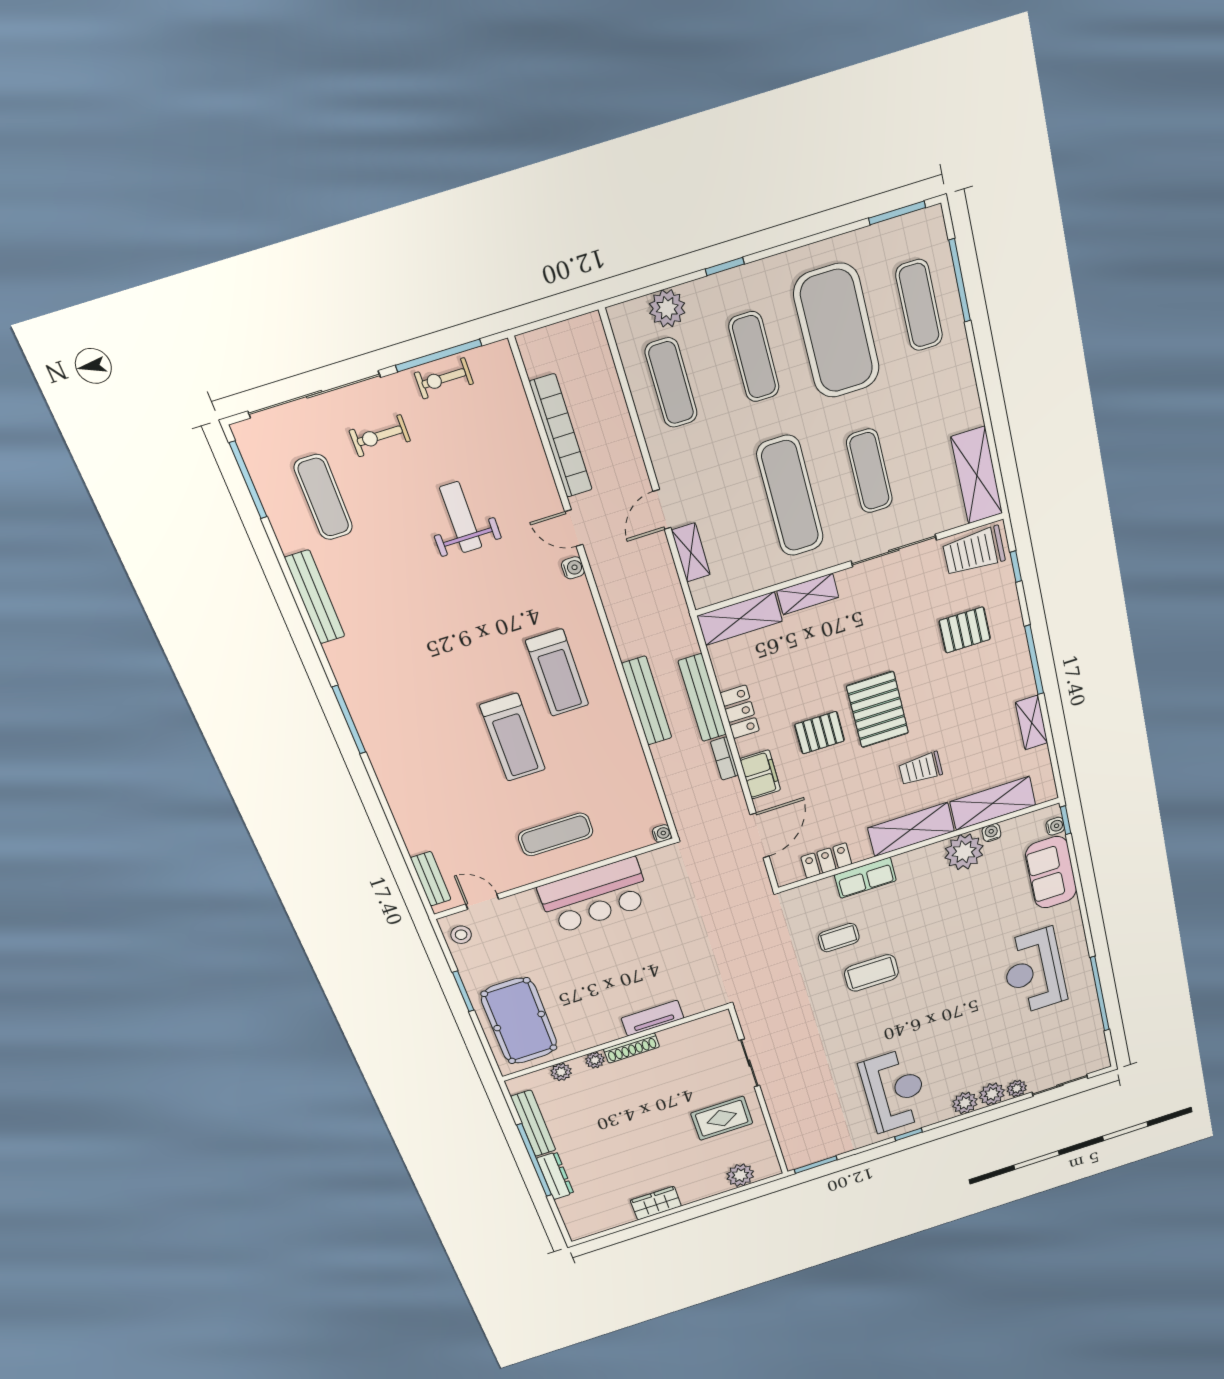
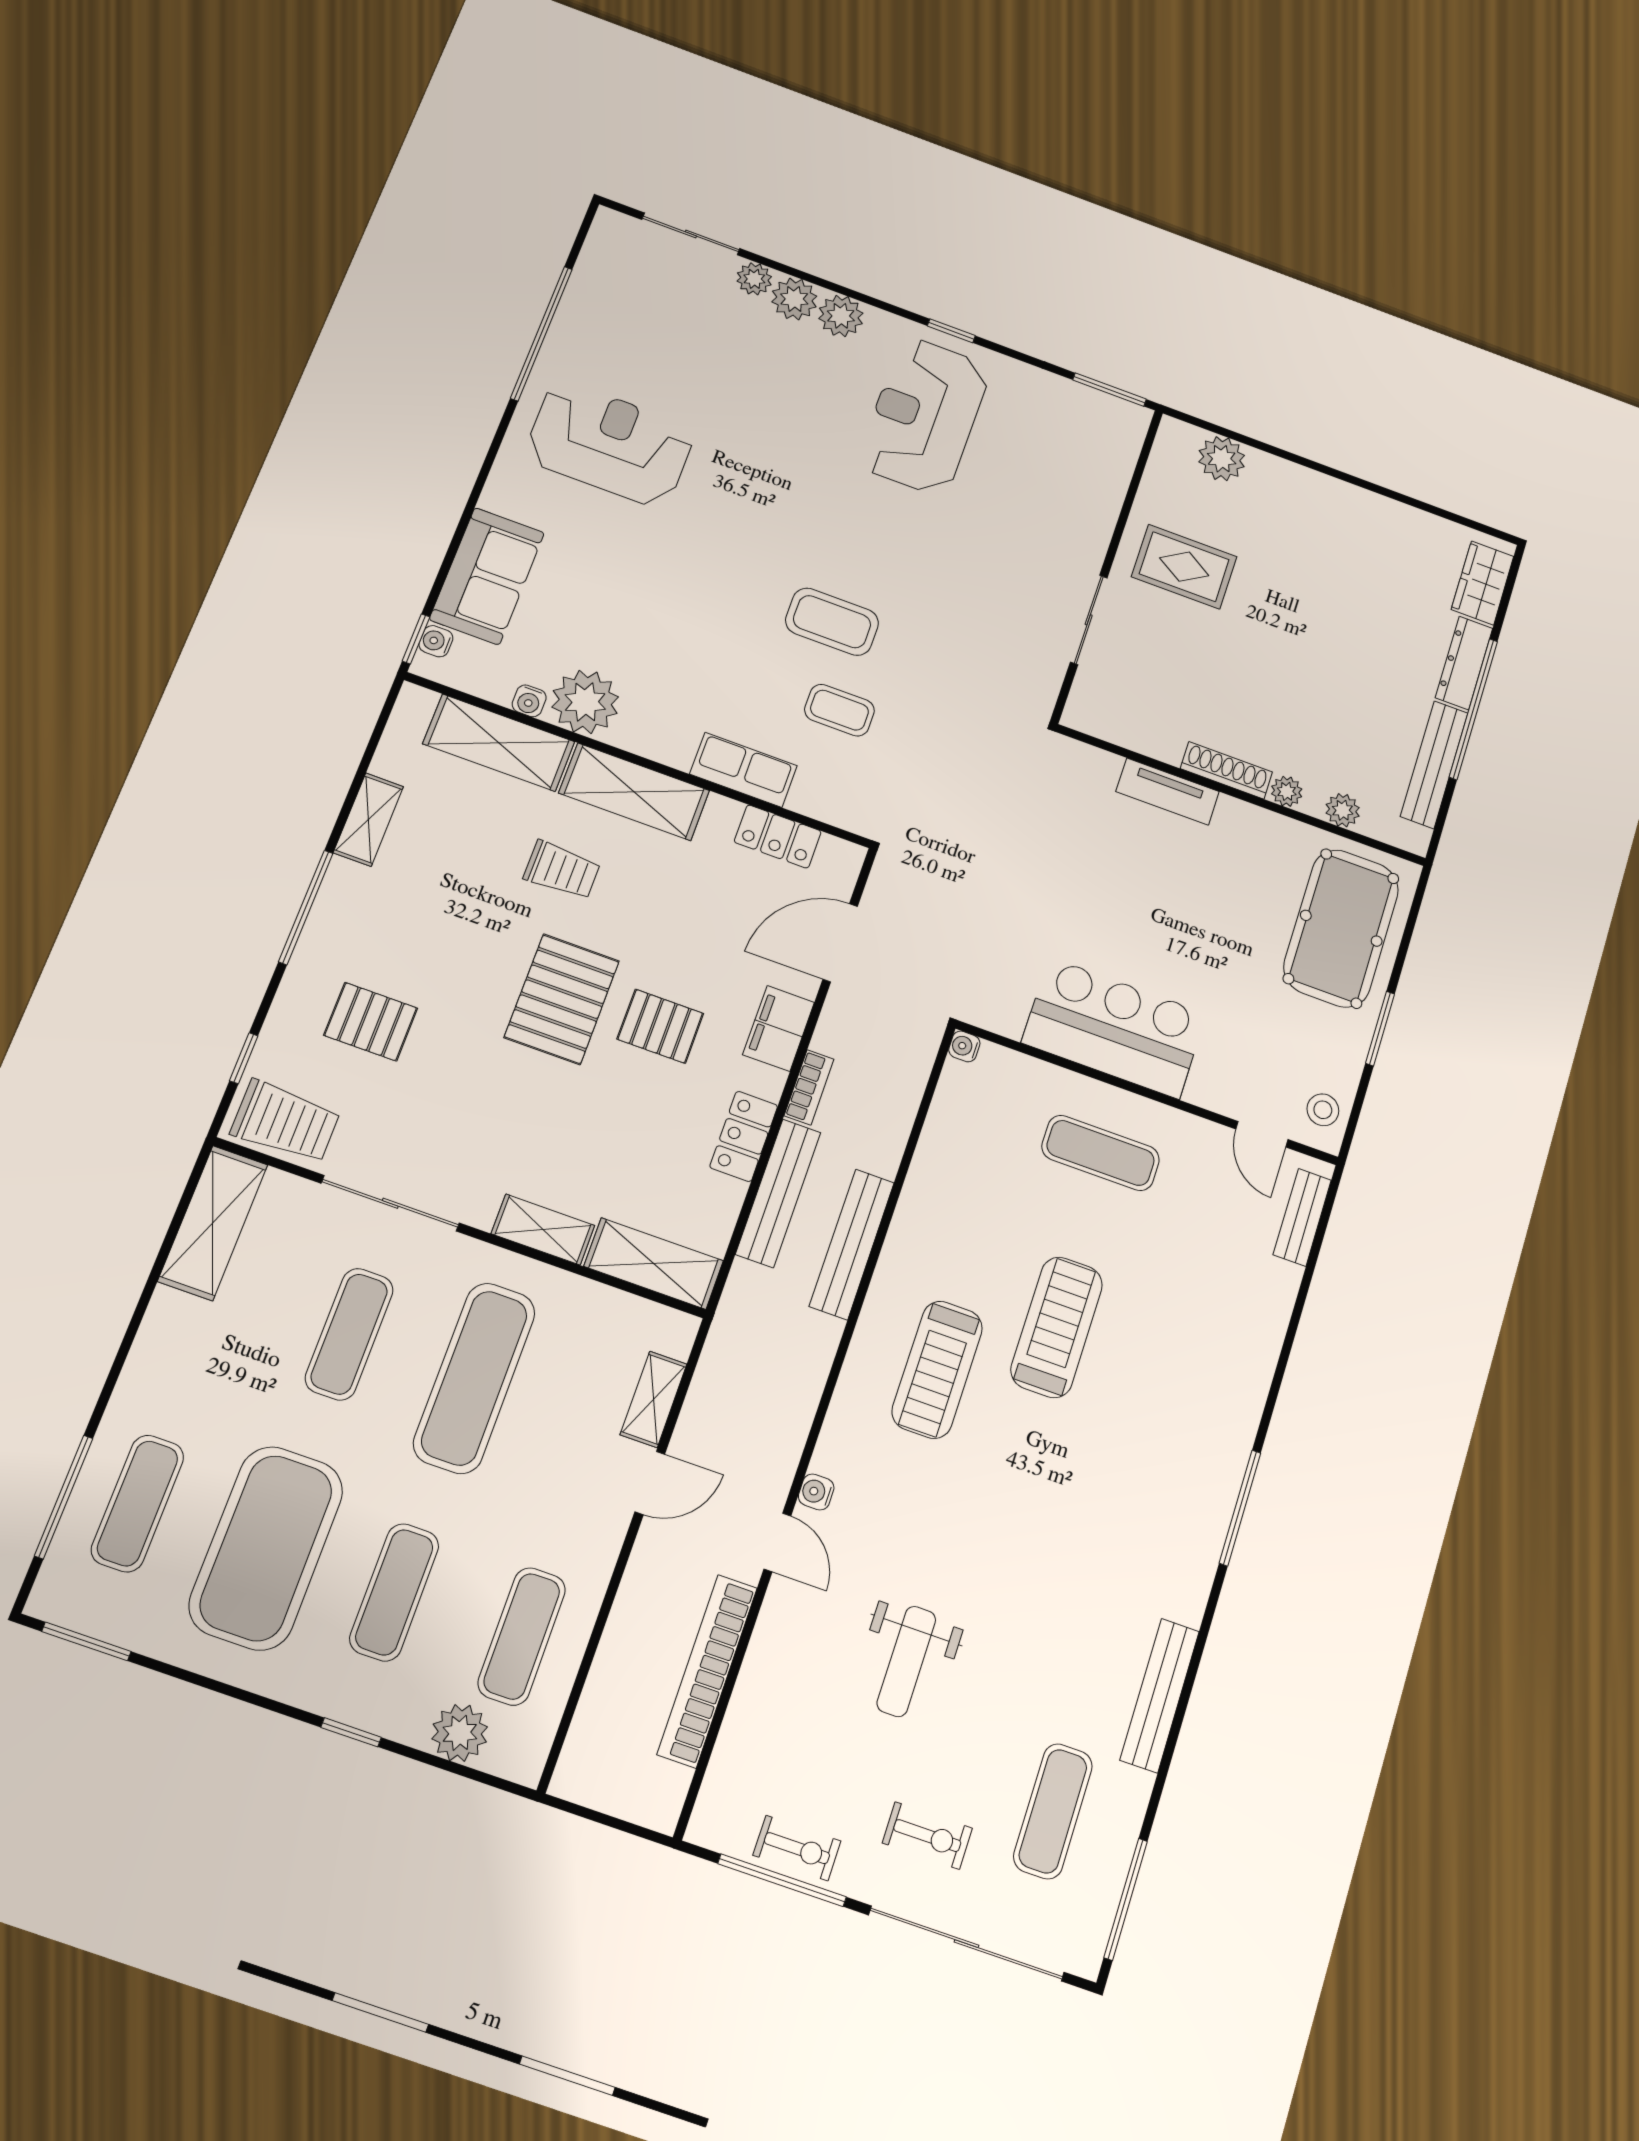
treadmill: (557, 673) -> (937, 1370), turned 180
reception desk: (1034, 971) -> (610, 444), turned -90
wardrobe: (656, 1203) -> (1483, 583), moved, turned 90

